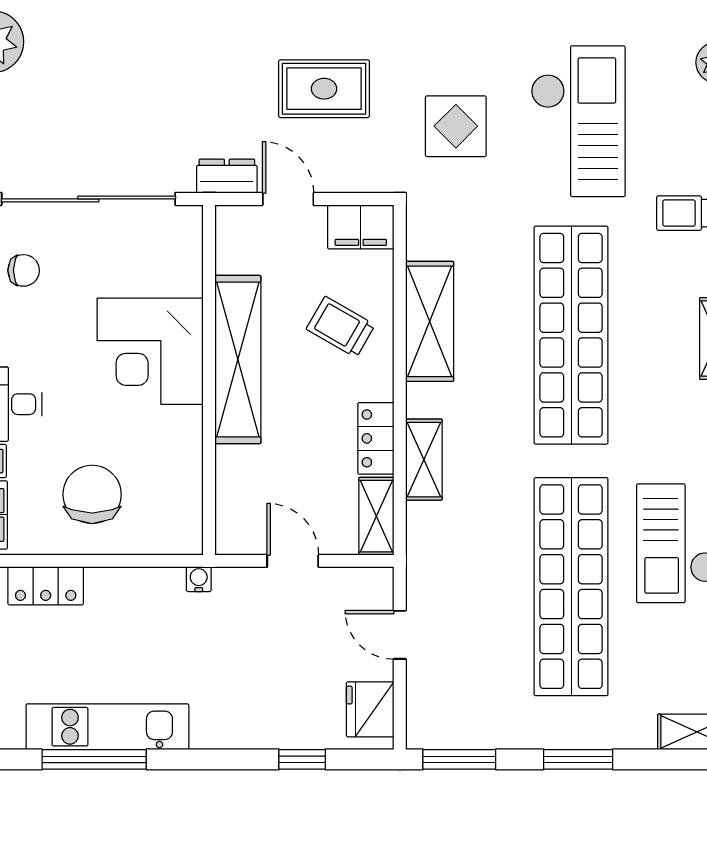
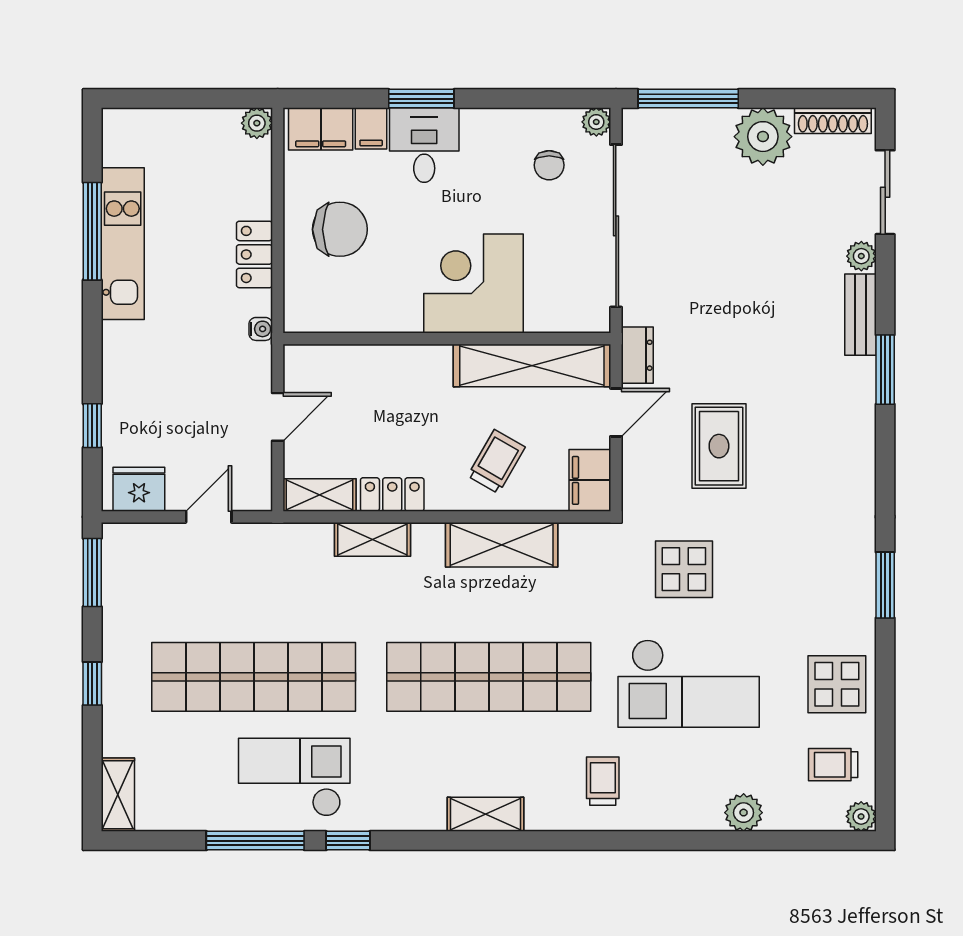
shelving: (238, 360) -> (532, 366), moved
locker: (46, 586) -> (254, 254), moved
window: (578, 759) -> (92, 684), width x0.67

